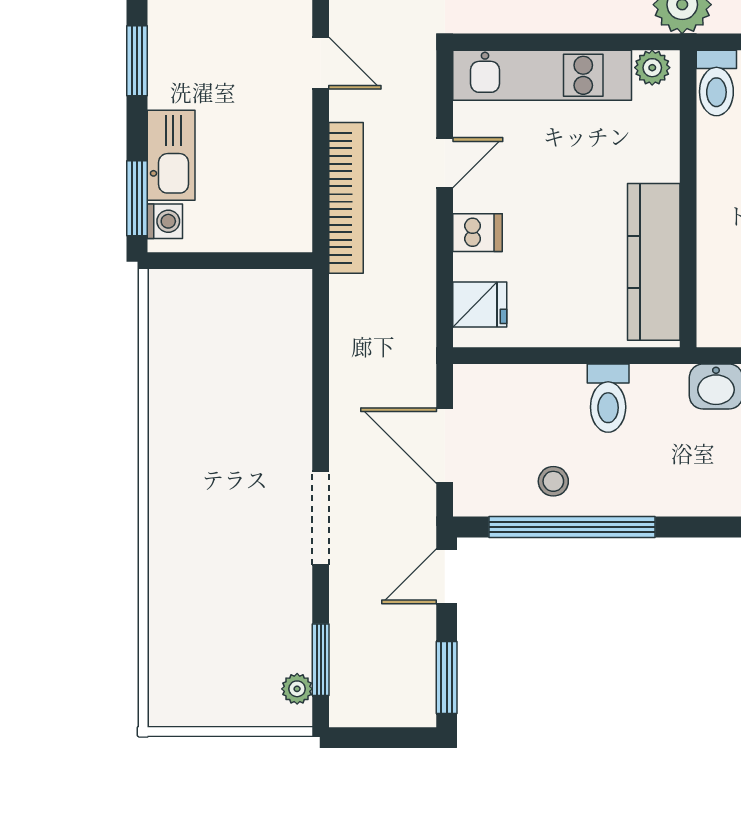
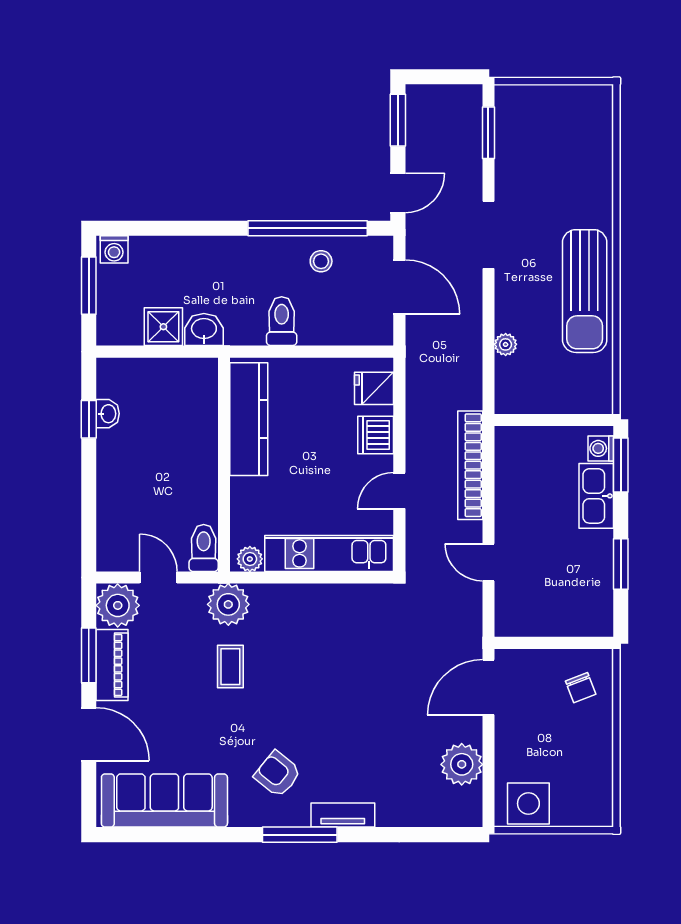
dishwasher: (477, 233) -> (376, 435), width x1.38
sun lounger: (187, 440) -> (585, 291), added
plant: (297, 689) -> (506, 344), moved

